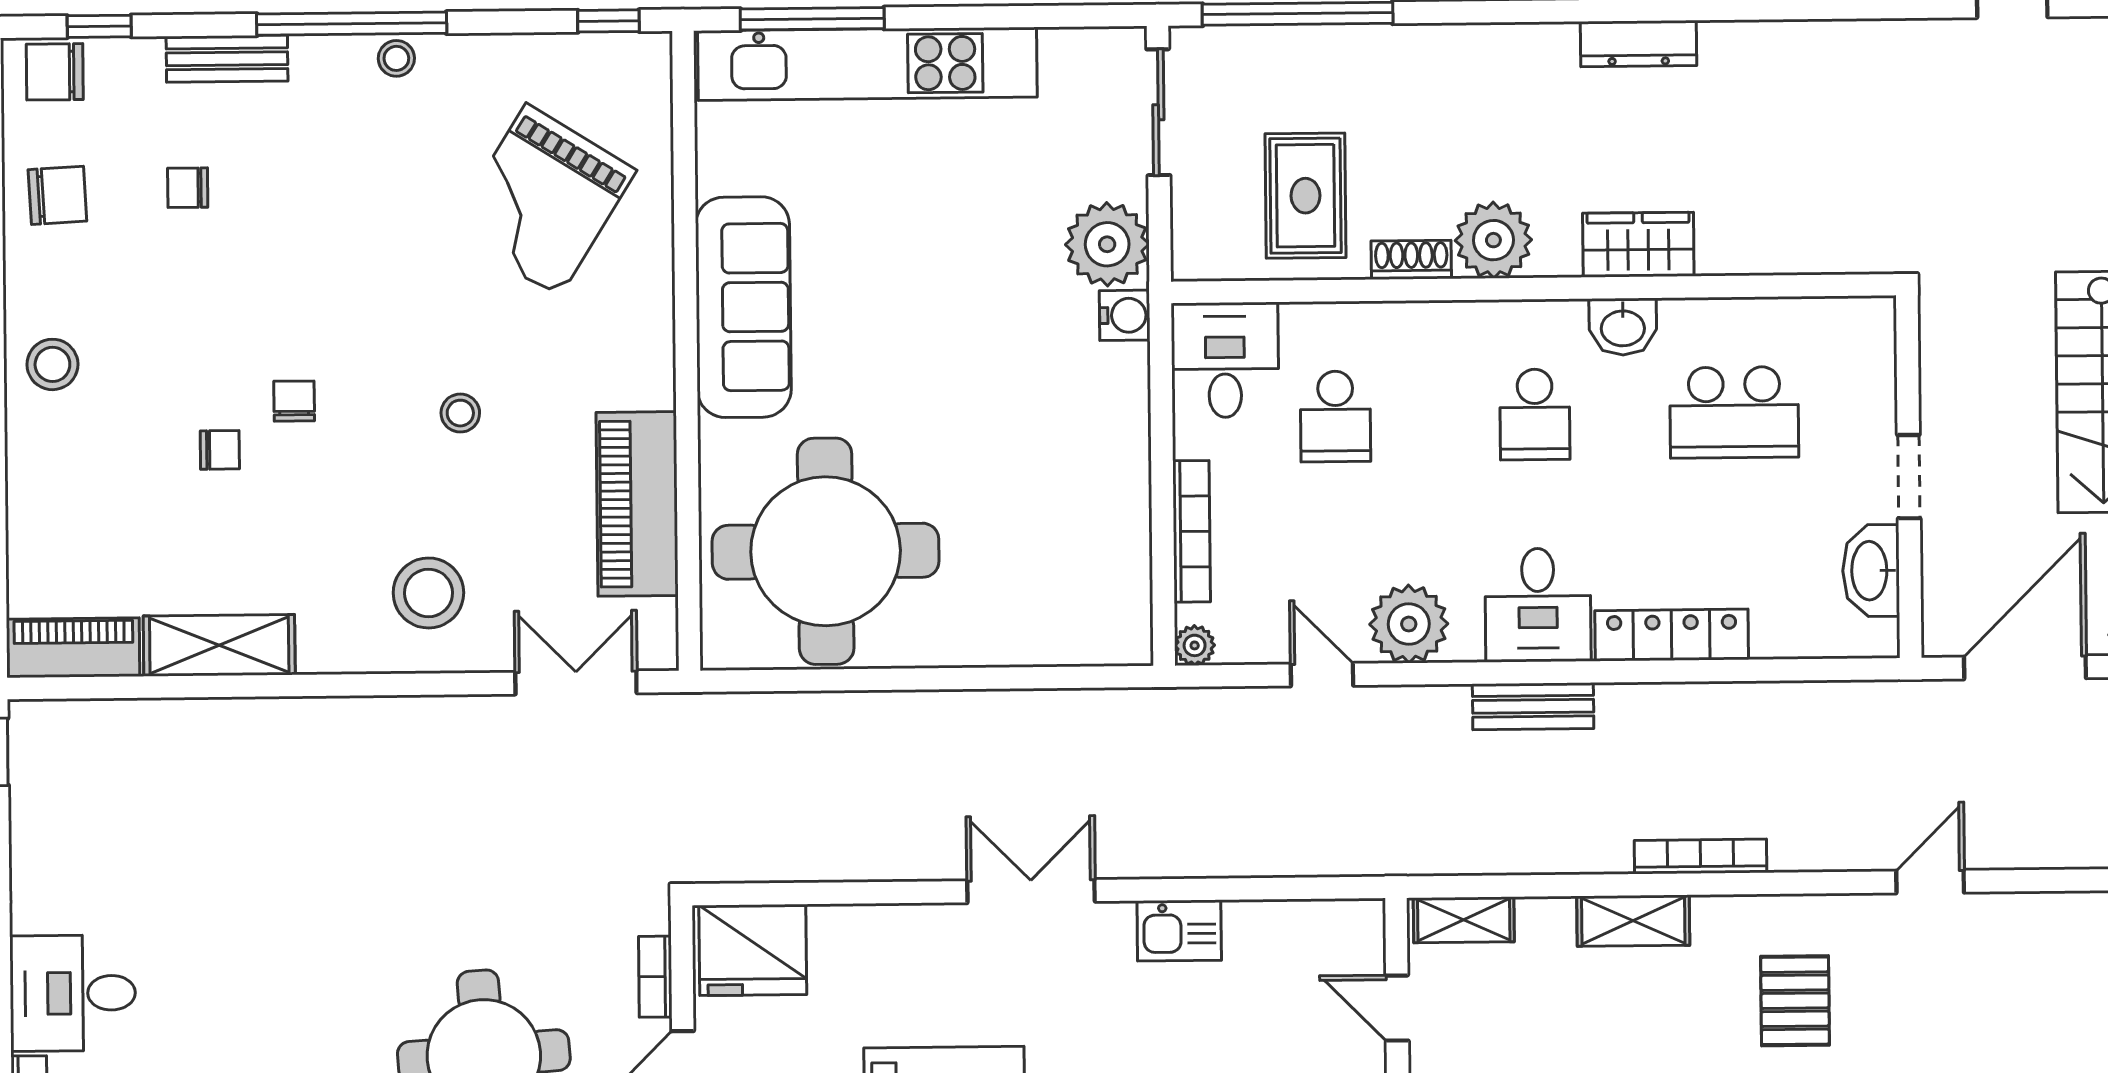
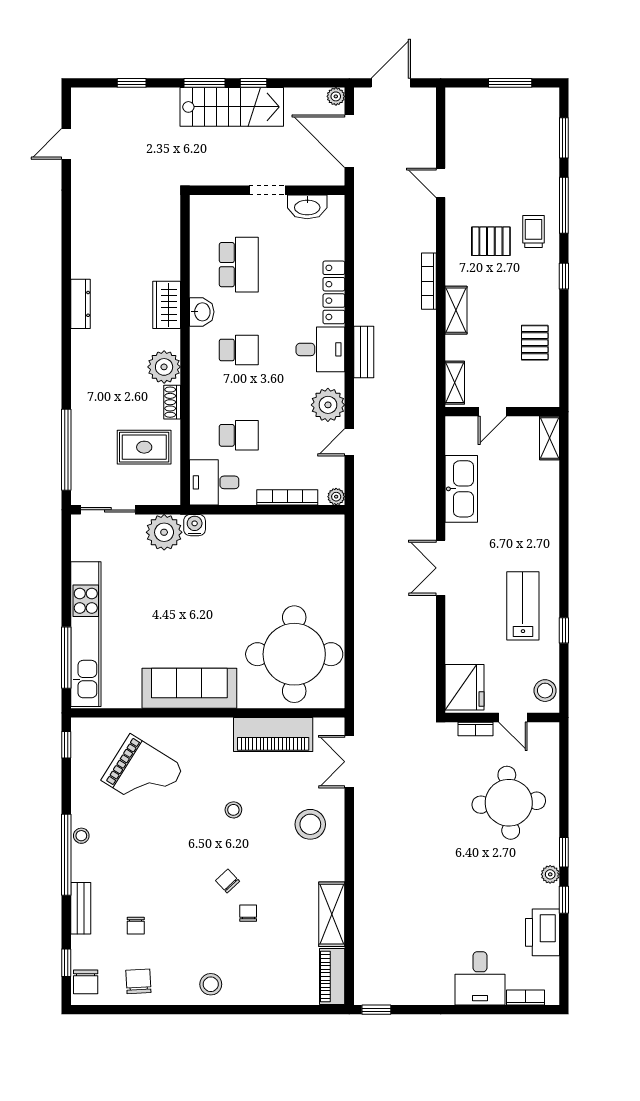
chair: (294, 401) -> (228, 881), turned 47
kitchen sink: (1179, 931) -> (461, 489), width x1.88, depth x1.24

